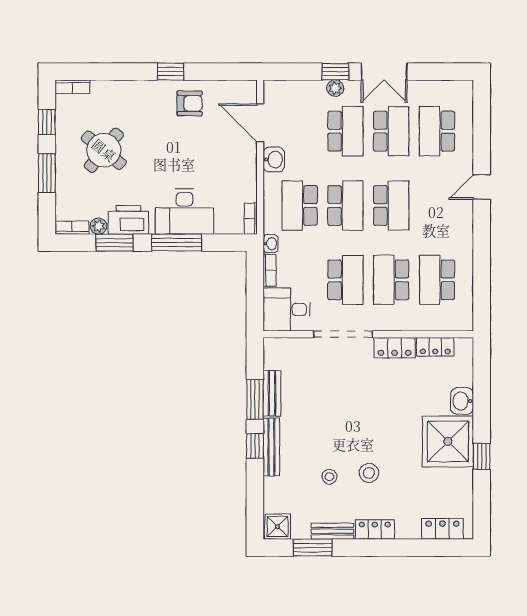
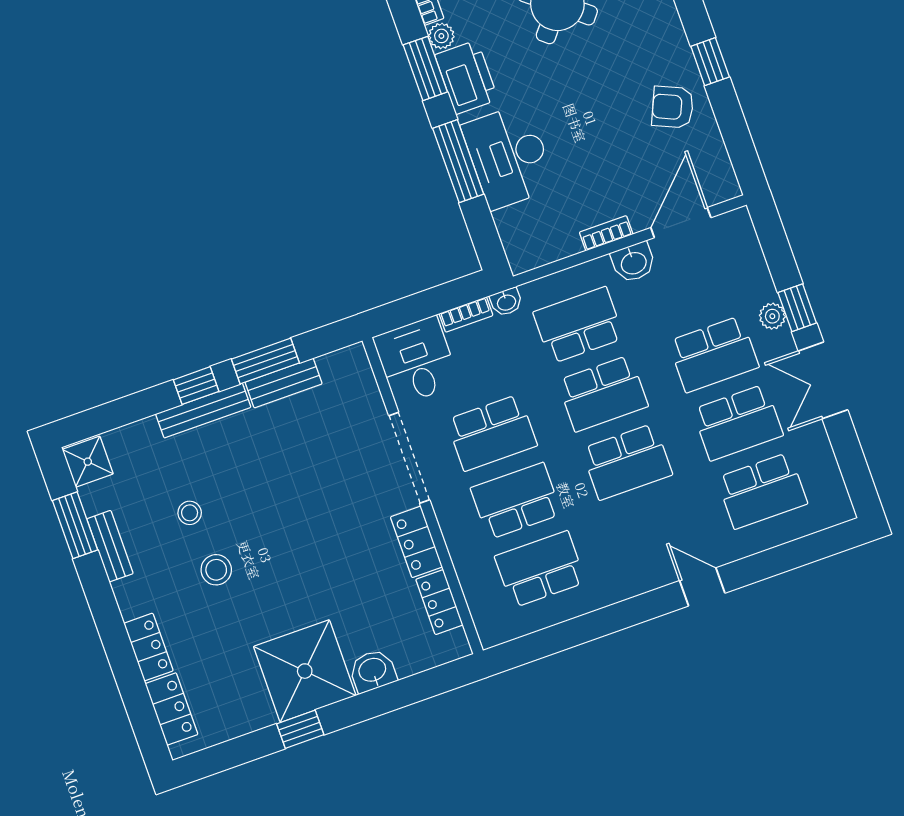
armchair: (190, 103) -> (673, 107), turned 114
school desk: (437, 131) -> (762, 491), turned 180
bookcase: (251, 219) -> (606, 233), moved
locker: (375, 529) -> (148, 647), moved

